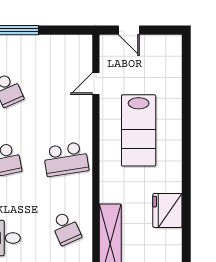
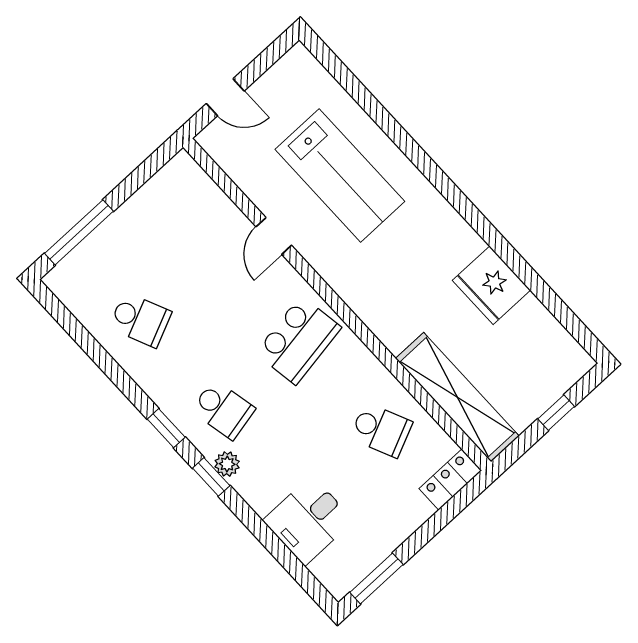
door: (96, 83) -> (274, 236), moved
lab bench: (139, 130) -> (340, 175), moved

